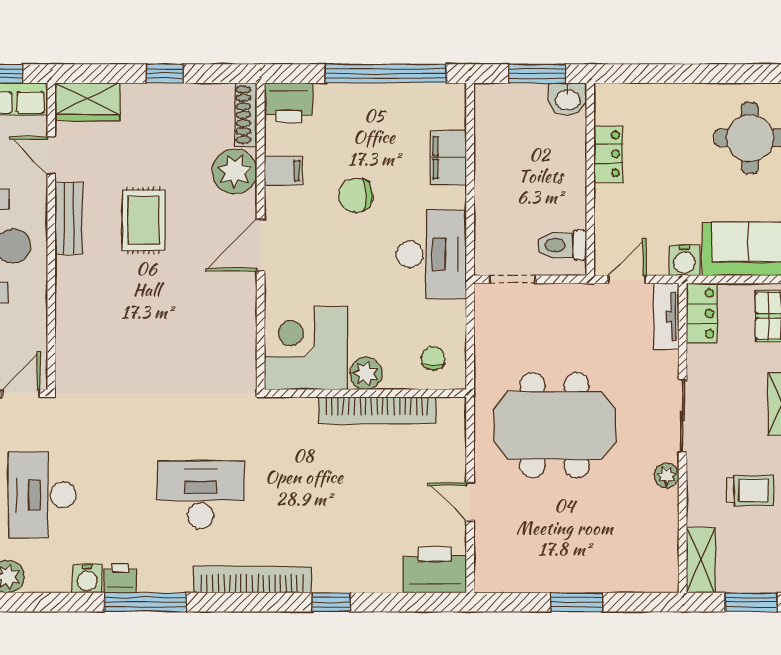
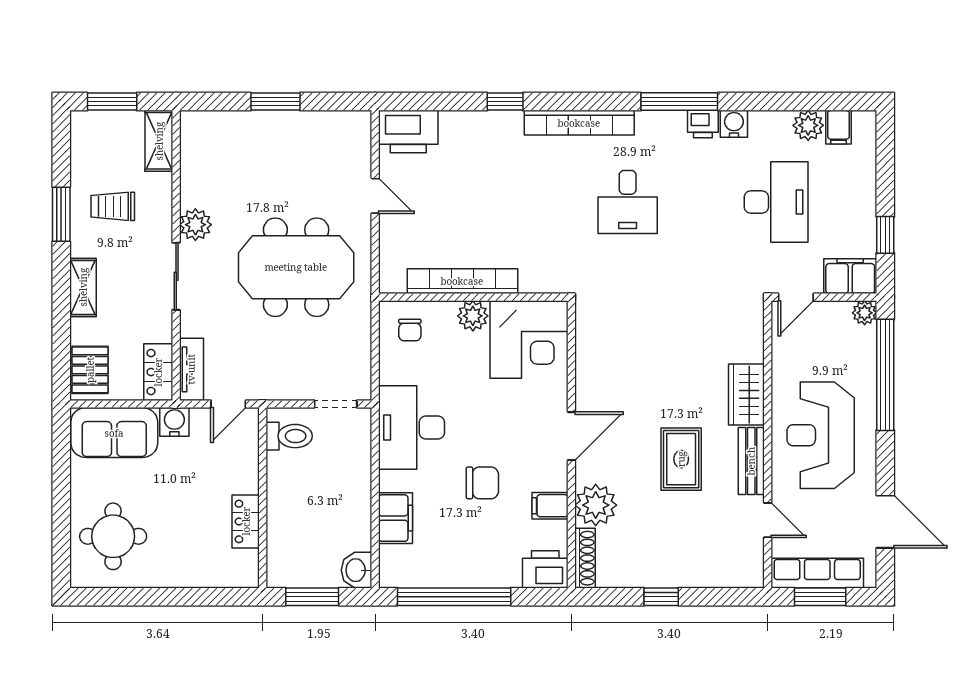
washbasin: (567, 99) -> (357, 570), moved, turned -90
wardrobe: (88, 102) -> (746, 395), moved, turned -90
plant: (667, 475) -> (195, 225), width x1.38, depth x1.38
desk: (201, 495) -> (628, 202), width x0.73

